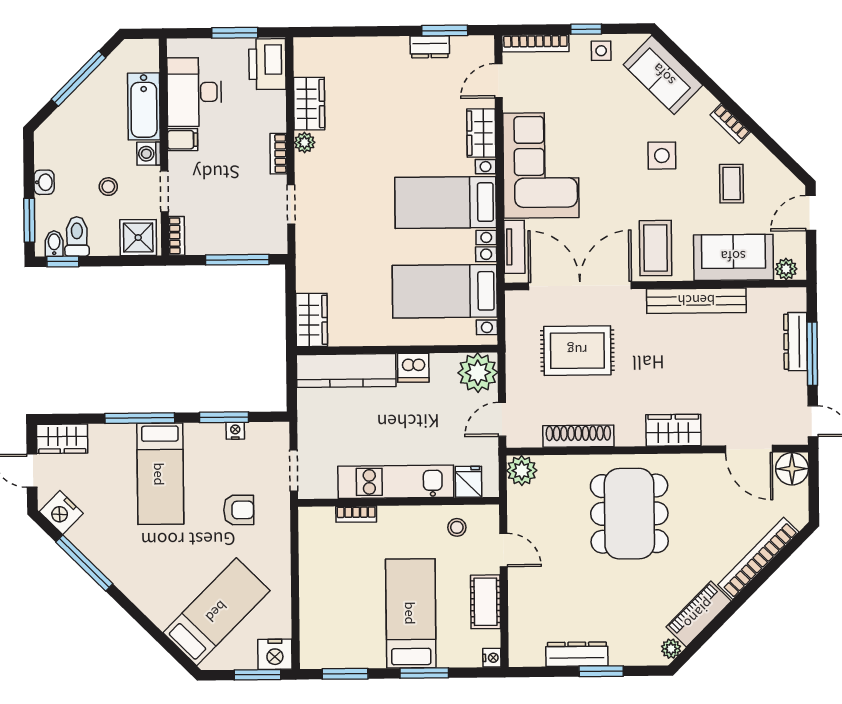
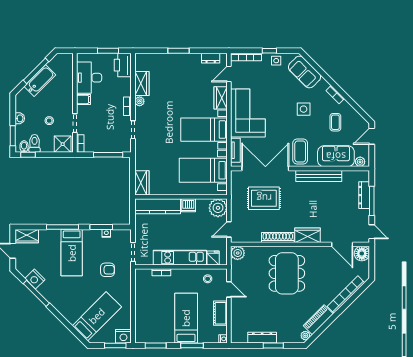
window: (445, 31) -> (178, 51), moved
dresser: (430, 47) -> (211, 58), moved
bathtub: (144, 106) -> (40, 81), moved, turned -135
washing machine: (149, 154) -> (68, 106), removed
shoe rack: (578, 436) -> (278, 237), moved
nightstand: (61, 513) -> (35, 279), moved

